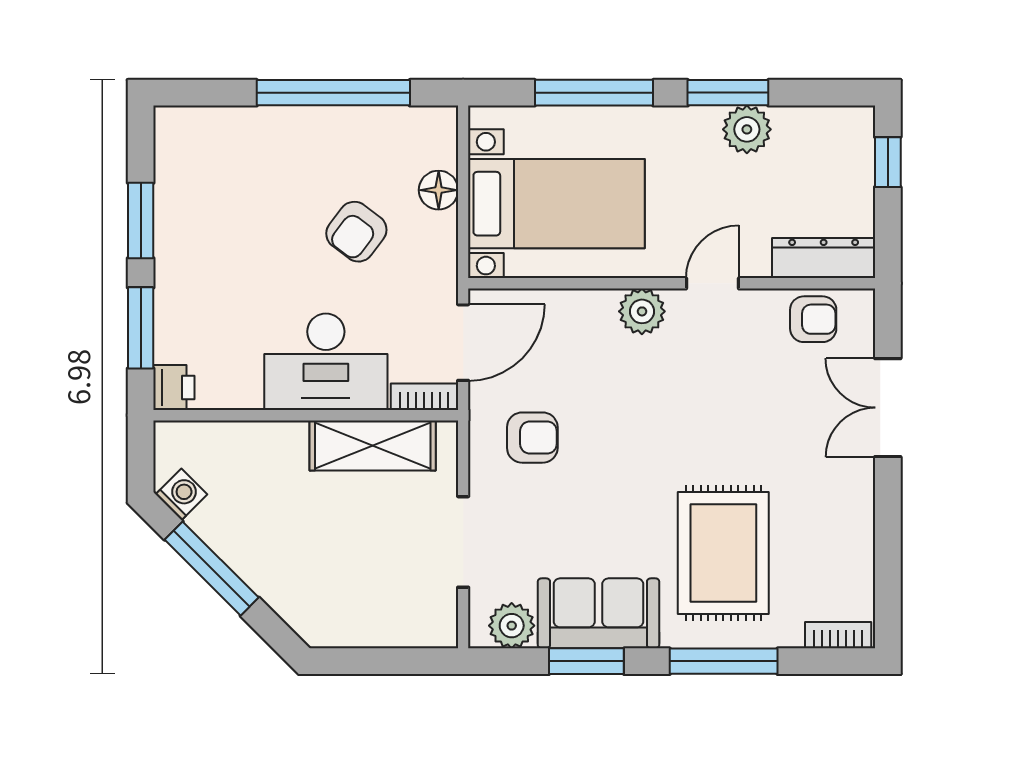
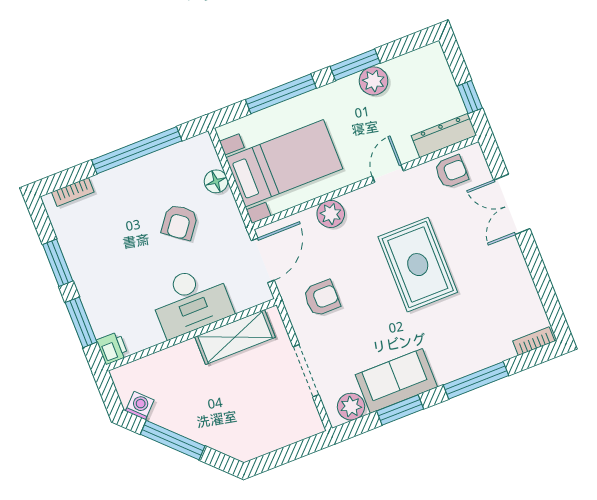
window: (888, 162) -> (470, 97), moved
plant: (642, 311) -> (331, 214), moved
bookcase: (424, 397) -> (73, 192), moved, turned 180
rug: (723, 553) -> (418, 265), moved

